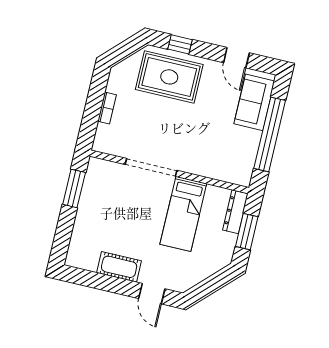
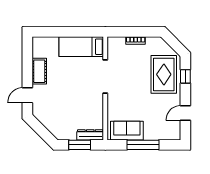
sofa: (254, 102) -> (127, 131), moved
window: (270, 134) -> (143, 145), width x0.68
window: (74, 188) -> (81, 32), removed
bed: (183, 214) -> (81, 47), moved

